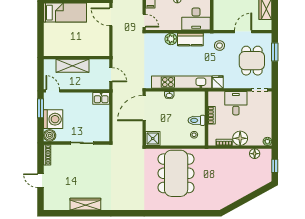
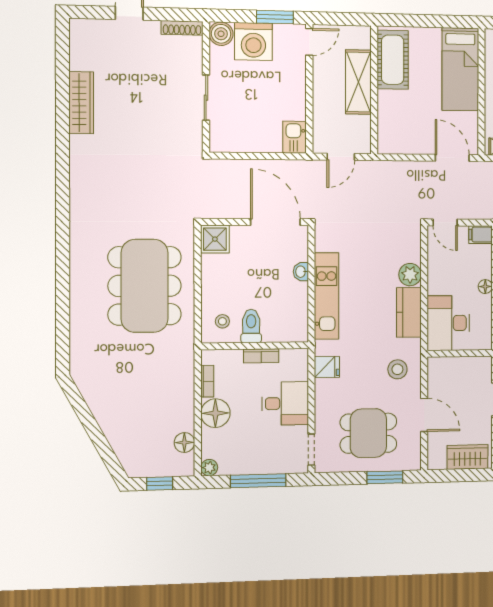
door: (111, 17) -> (452, 158), hinge flipped
door: (144, 21) -> (445, 222), hinge flipped
cot: (61, 48) -> (393, 60), added
kitchen unit: (182, 82) -> (327, 296), width x0.73
window: (275, 117) -> (258, 481), added
dining table: (176, 173) -> (145, 286), turned 90

